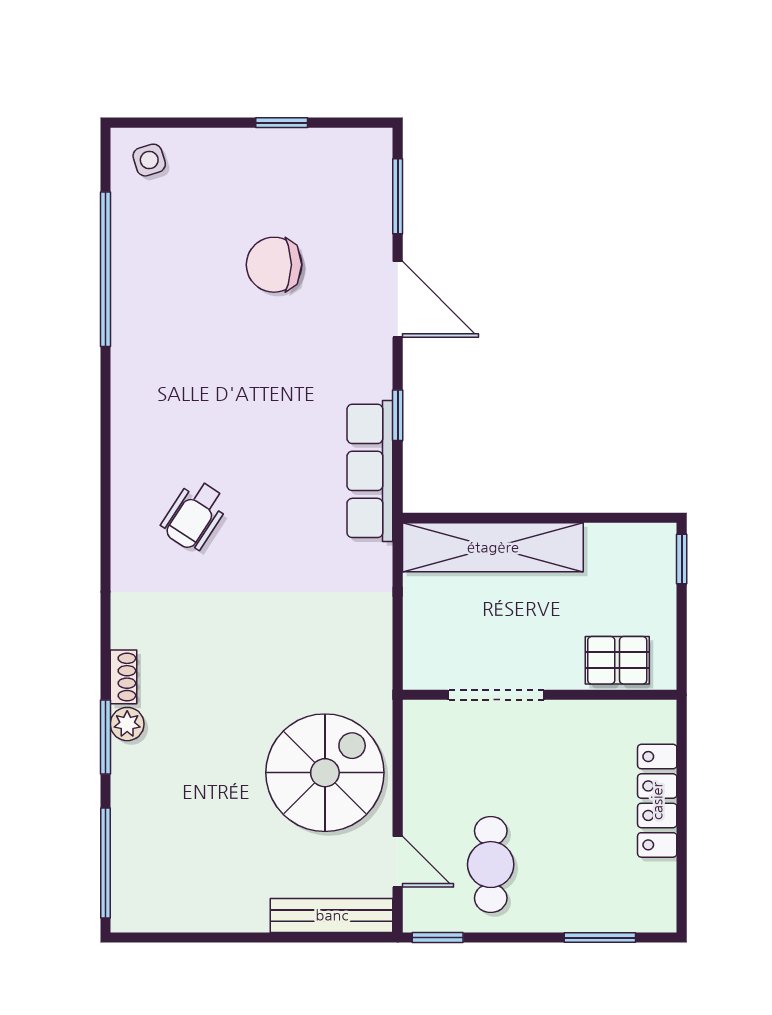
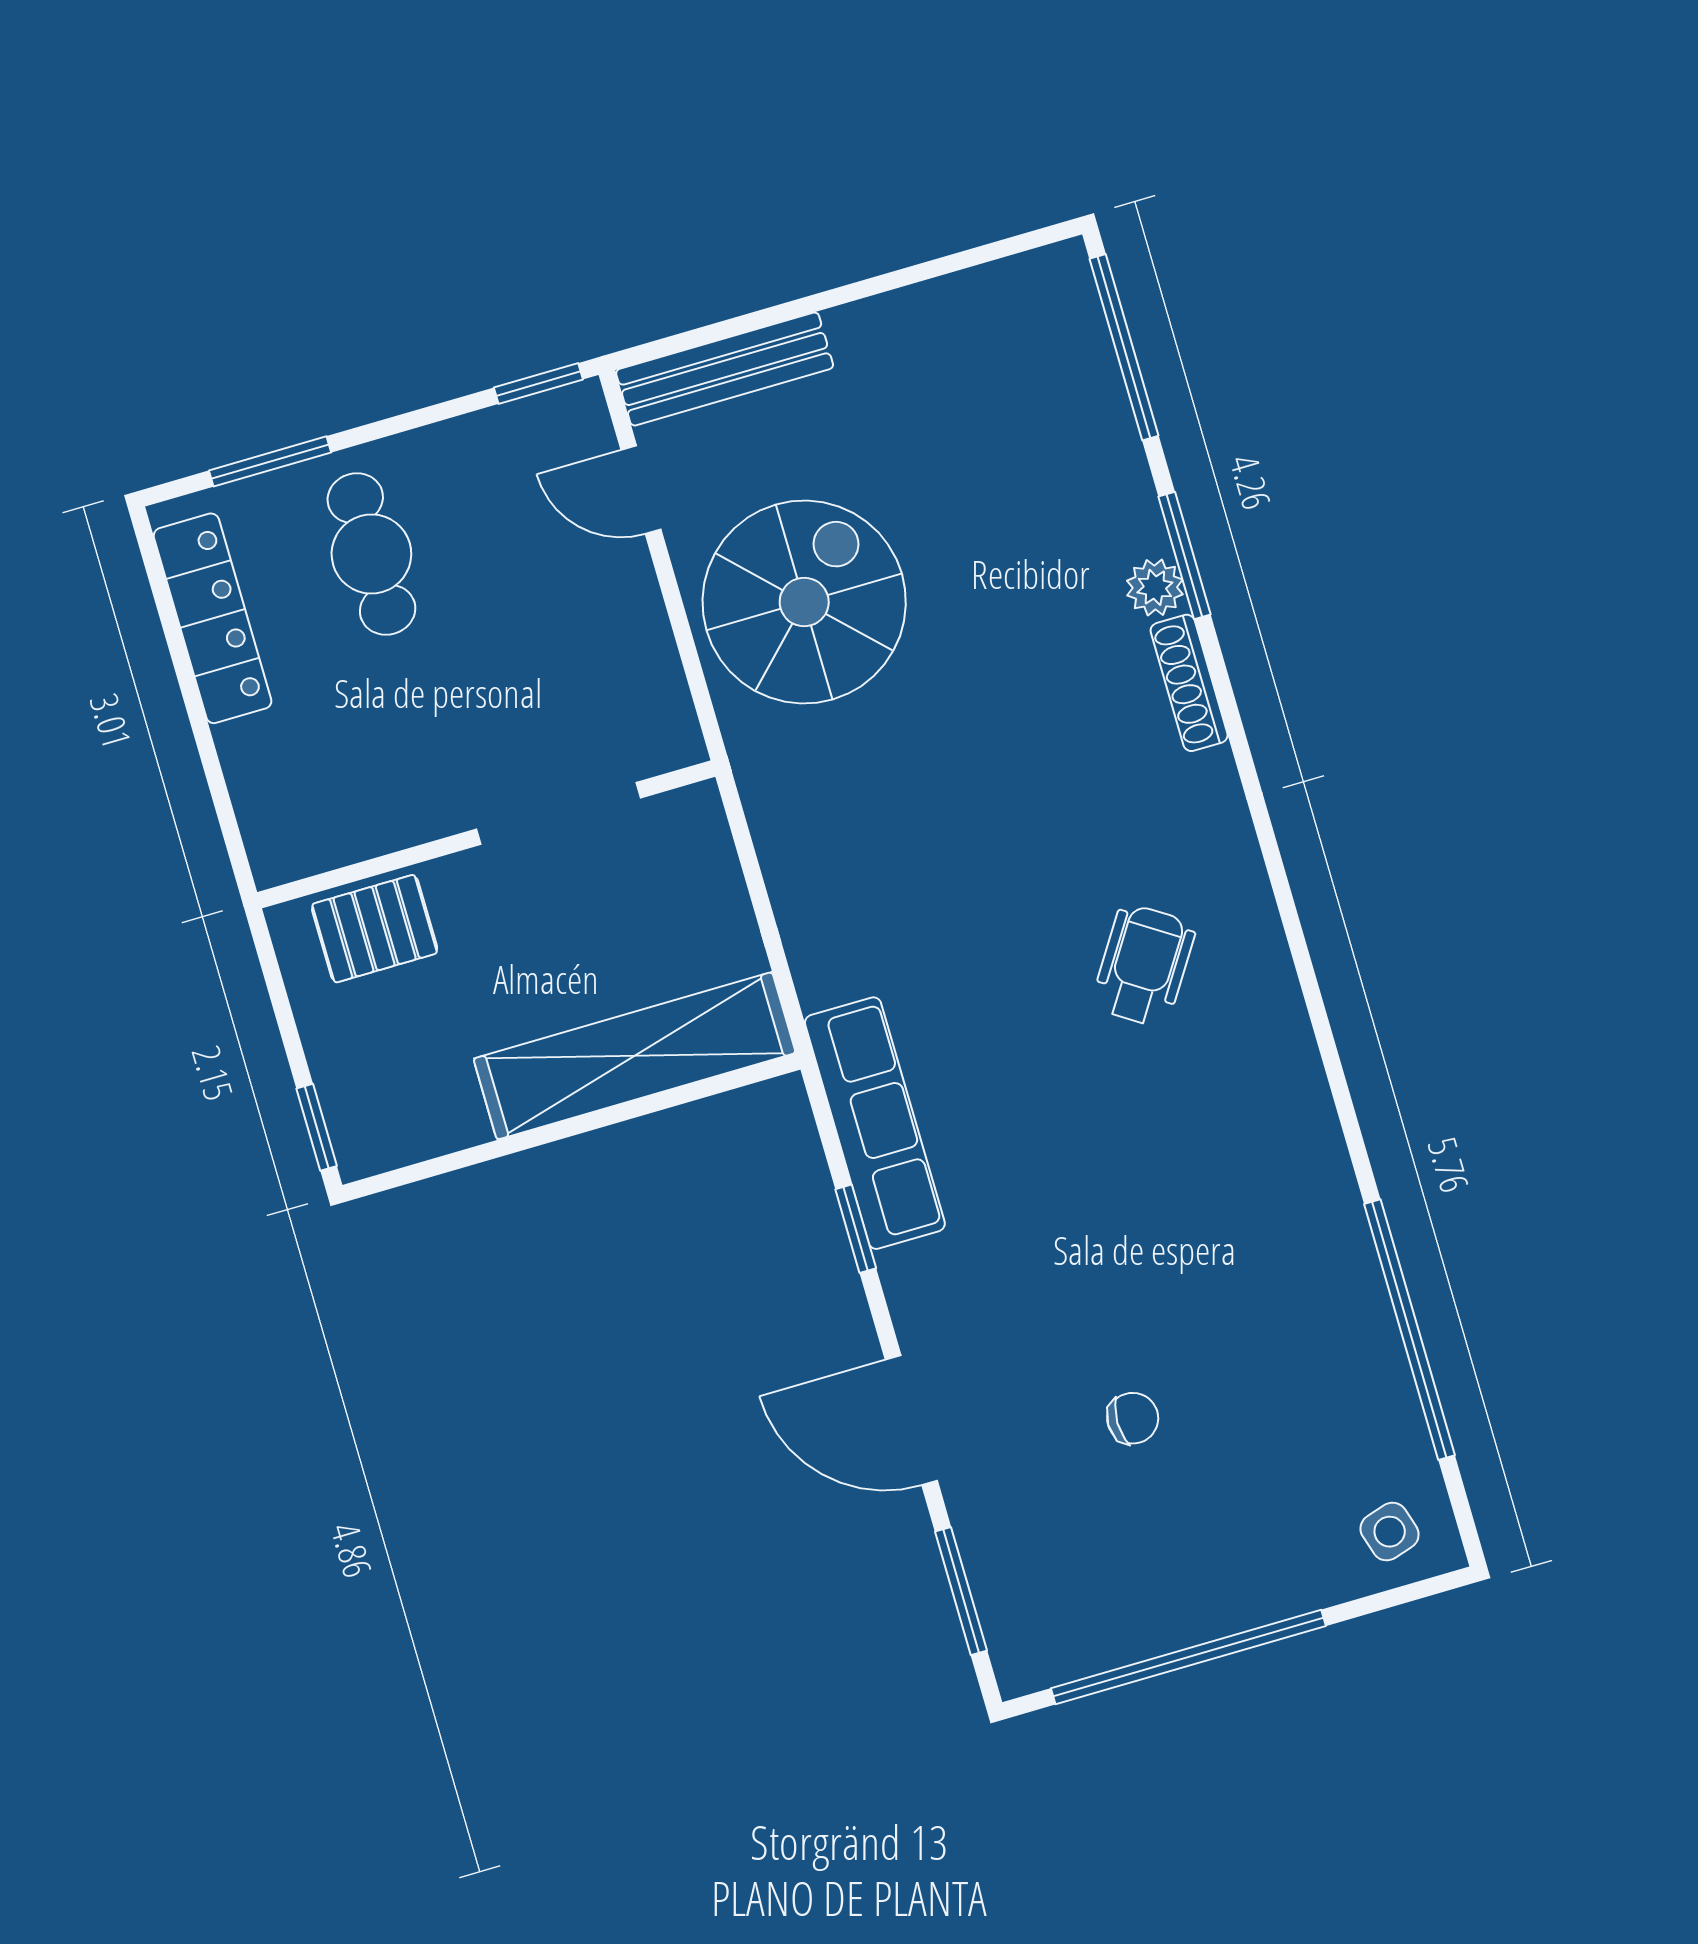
window: (282, 123) -> (1188, 1657), width x3.17
chair: (274, 265) -> (1133, 1418), width x0.54, depth x0.54
shoe rack: (124, 677) -> (1189, 683), width x1.43
spiral stairs: (325, 773) -> (804, 602), turned 180
locker: (657, 801) -> (213, 618), moved
cafe table: (491, 865) -> (371, 554), moved

